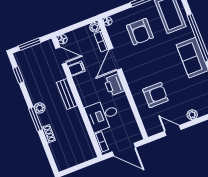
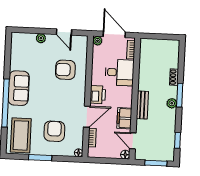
plant: (95, 27) -> (97, 41), moved
filing cabinet: (77, 69) -> (124, 118), width x2.00

